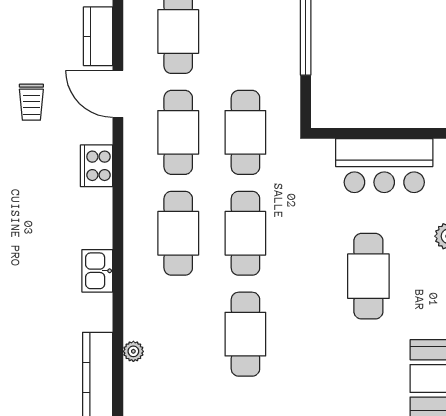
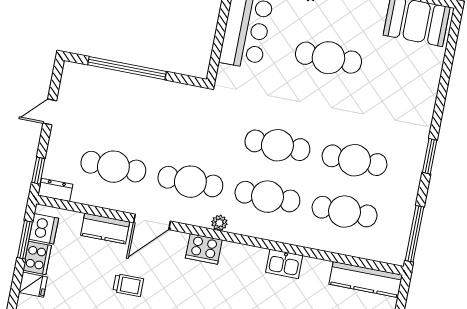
trolley: (31, 102) -> (128, 285), moved
cafe table: (245, 132) -> (345, 212), moved
plant: (133, 351) -> (219, 223), moved

